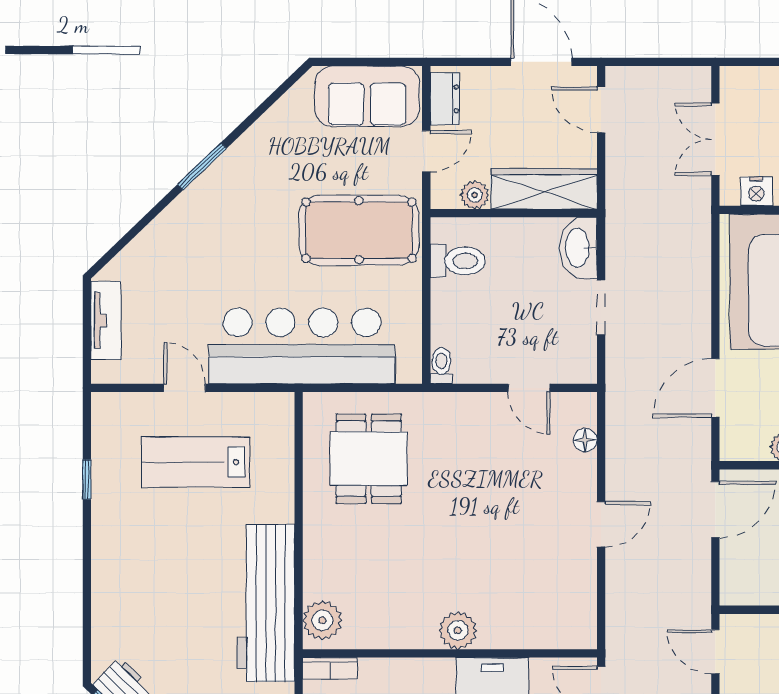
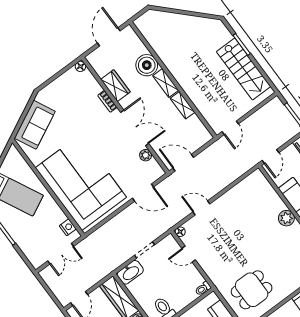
door: (529, 388) -> (189, 254), swing flipped
floor lamp: (585, 440) -> (180, 232), moved
door: (601, 524) -> (201, 208), moved

